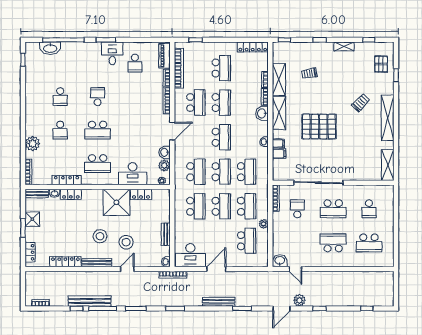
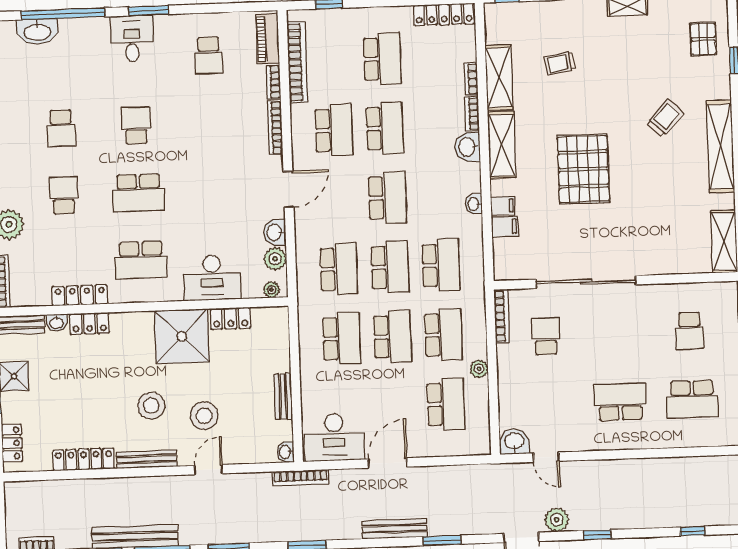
desk: (112, 53) -> (132, 39), moved
pallet: (319, 127) -> (583, 169), turned 90
school desk: (60, 130) -> (63, 195), turned 180
school desk: (333, 209) -> (618, 333), removed

